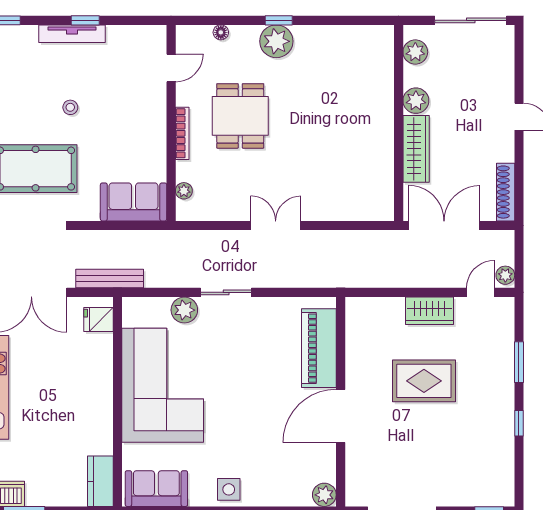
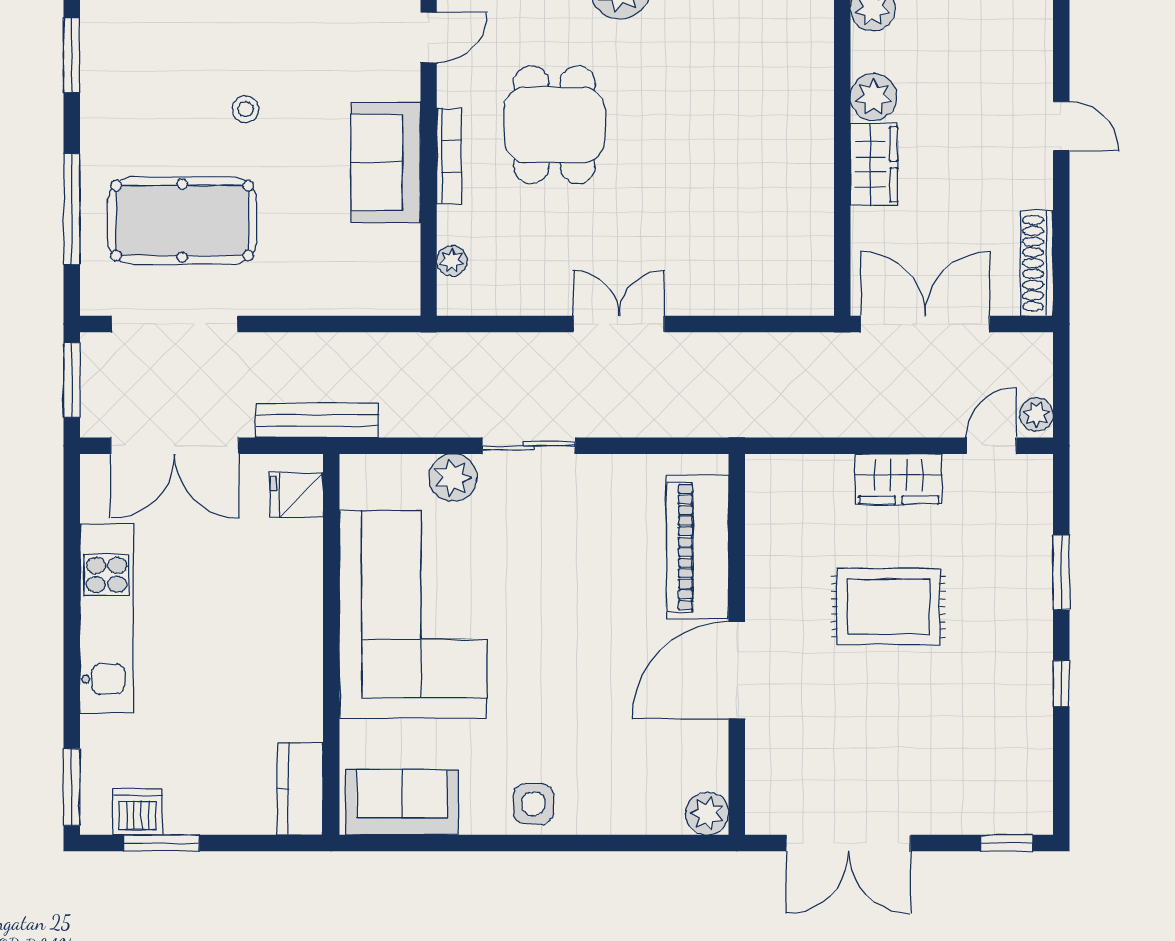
wardrobe: (416, 149) -> (874, 164), width x0.67
sofa: (134, 202) -> (386, 162), moved, turned -90

